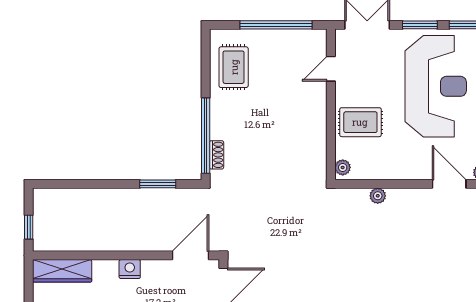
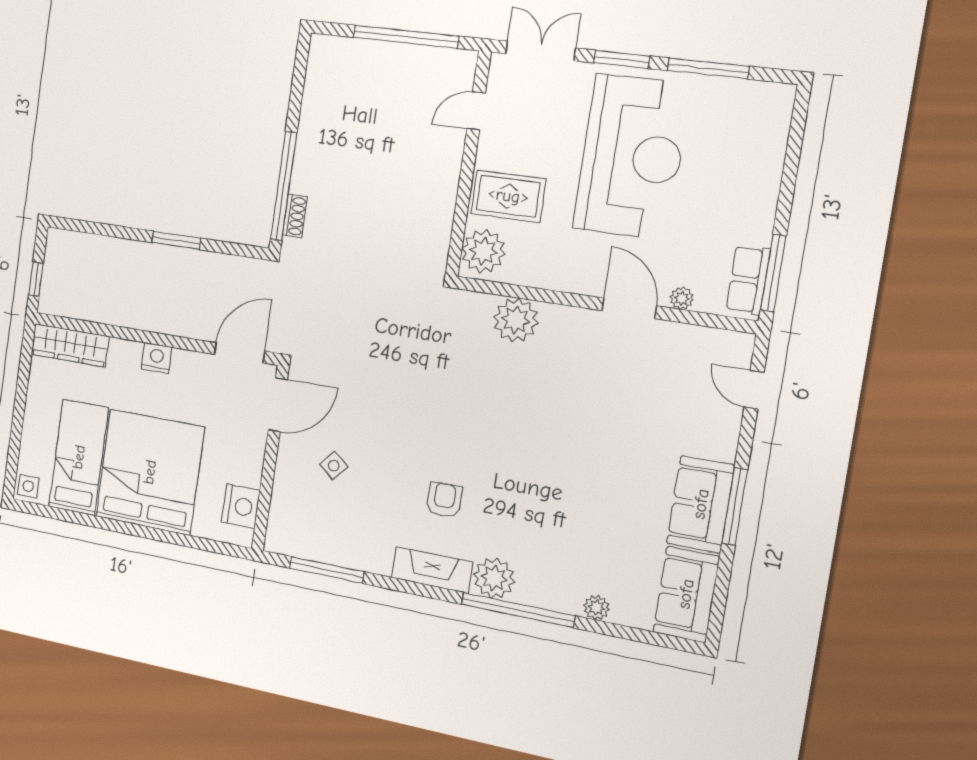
rug: (234, 67) -> (336, 92), removed
plant: (343, 167) -> (483, 251), width x1.87, depth x1.87
window: (158, 184) -> (176, 240), moved
plant: (378, 196) -> (516, 320), width x1.88, depth x1.88

